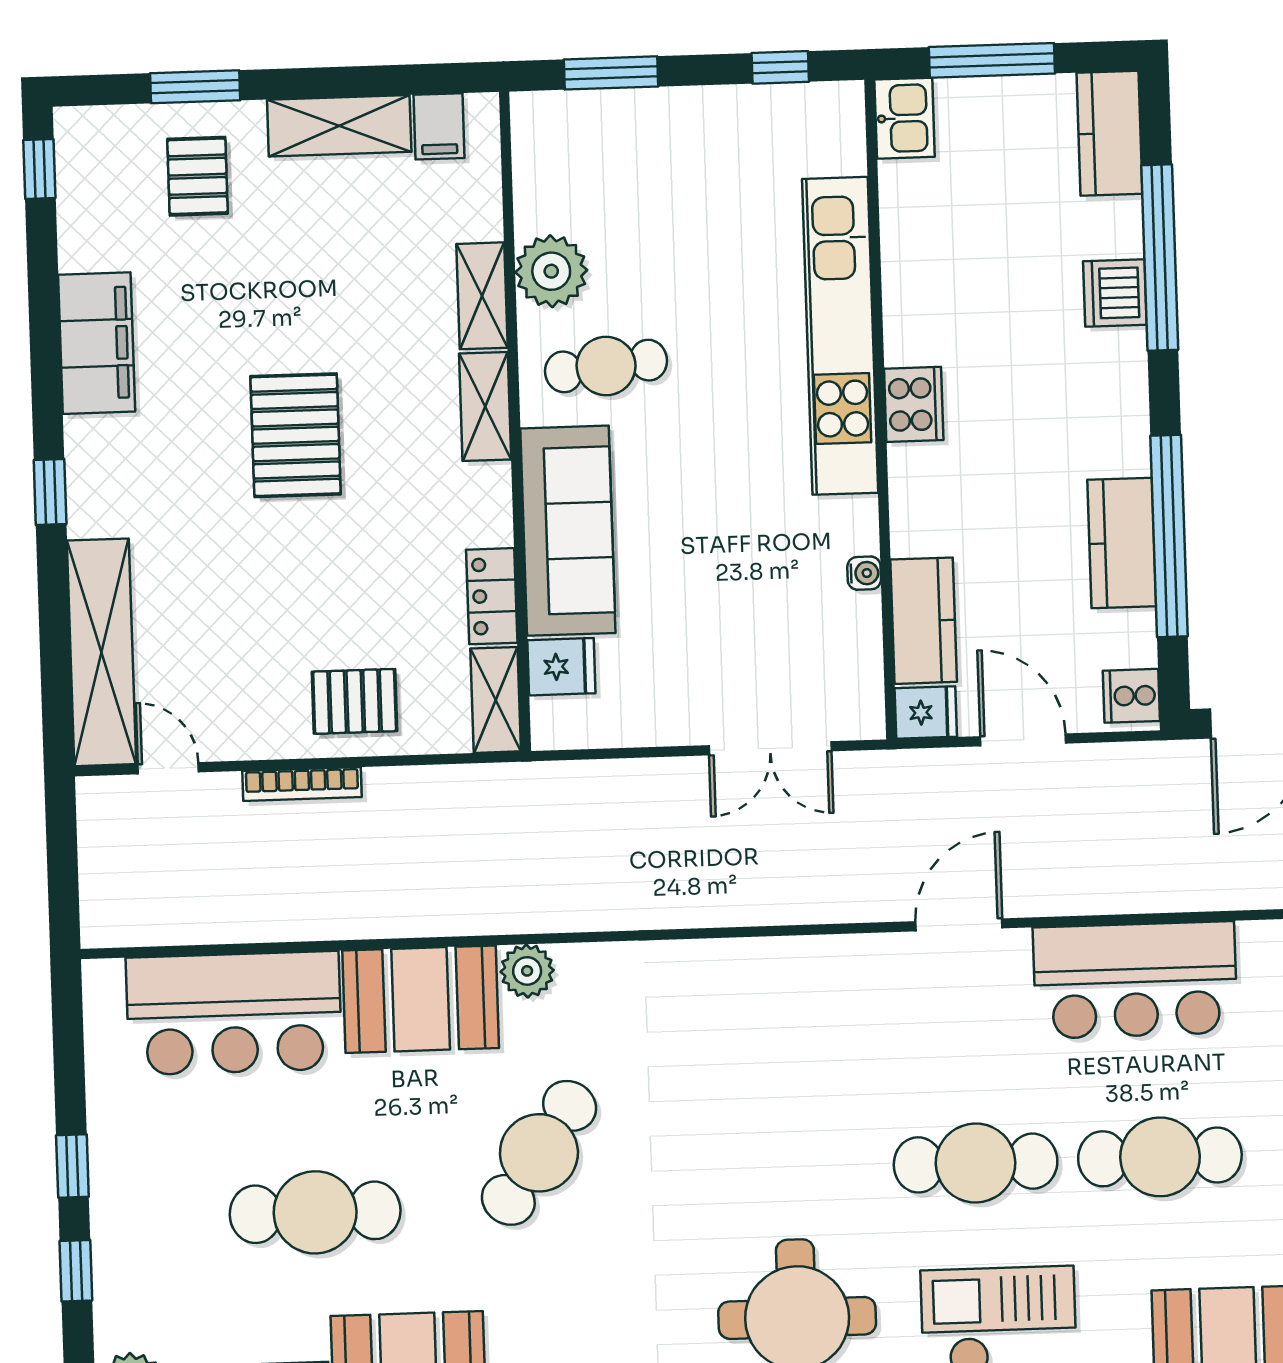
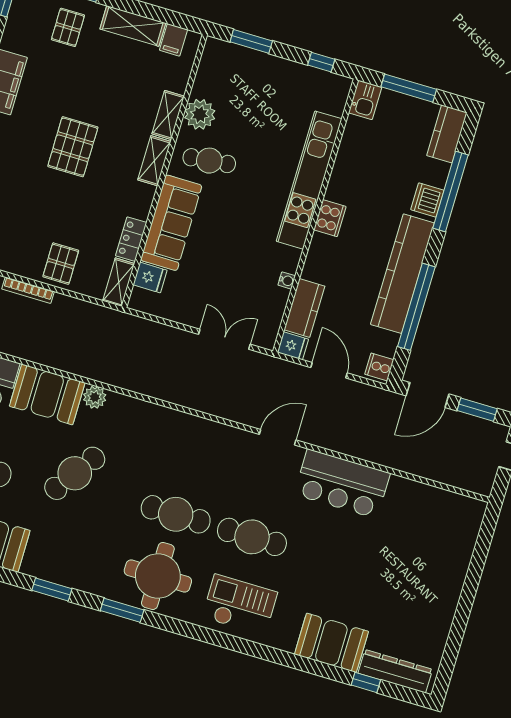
kitchen counter: (1122, 543) -> (402, 274), width x2.08, depth x1.17
pallet: (355, 701) -> (61, 264), turned 90
double door: (770, 748) -> (224, 339), swing flipped
cafe table: (1160, 1157) -> (176, 514), moved

